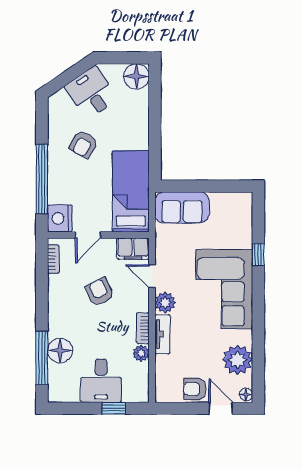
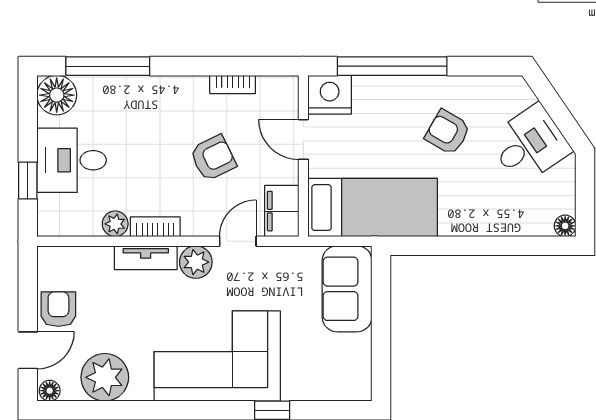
floor lamp: (136, 76) -> (565, 226), width x0.53, depth x0.53
bookcase: (53, 259) -> (233, 84), moved
floor lamp: (60, 351) -> (57, 95), moved

